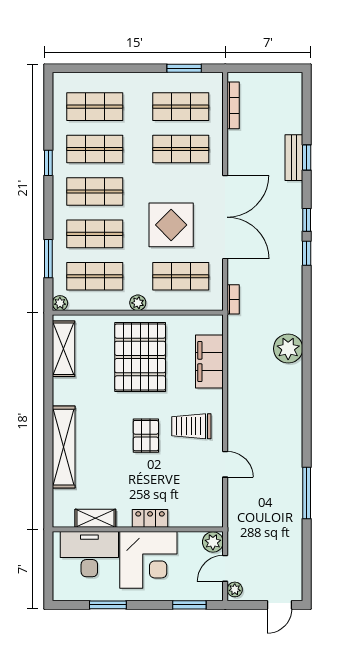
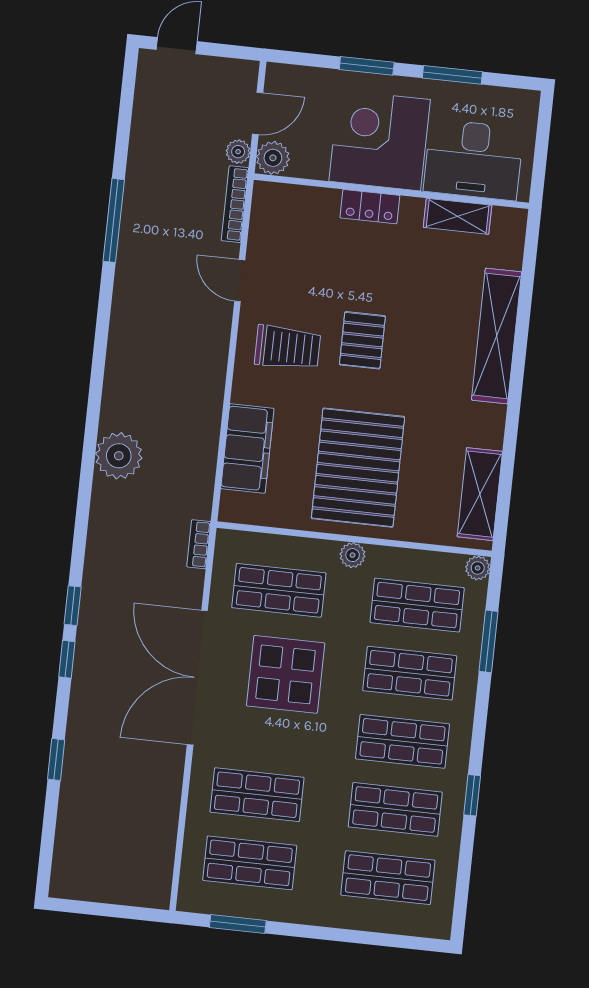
bookcase: (233, 105) -> (235, 204), moved
bench: (294, 158) -> (77, 762), removed
plant: (235, 589) -> (238, 152), moved
window: (189, 605) -> (367, 66), moved

